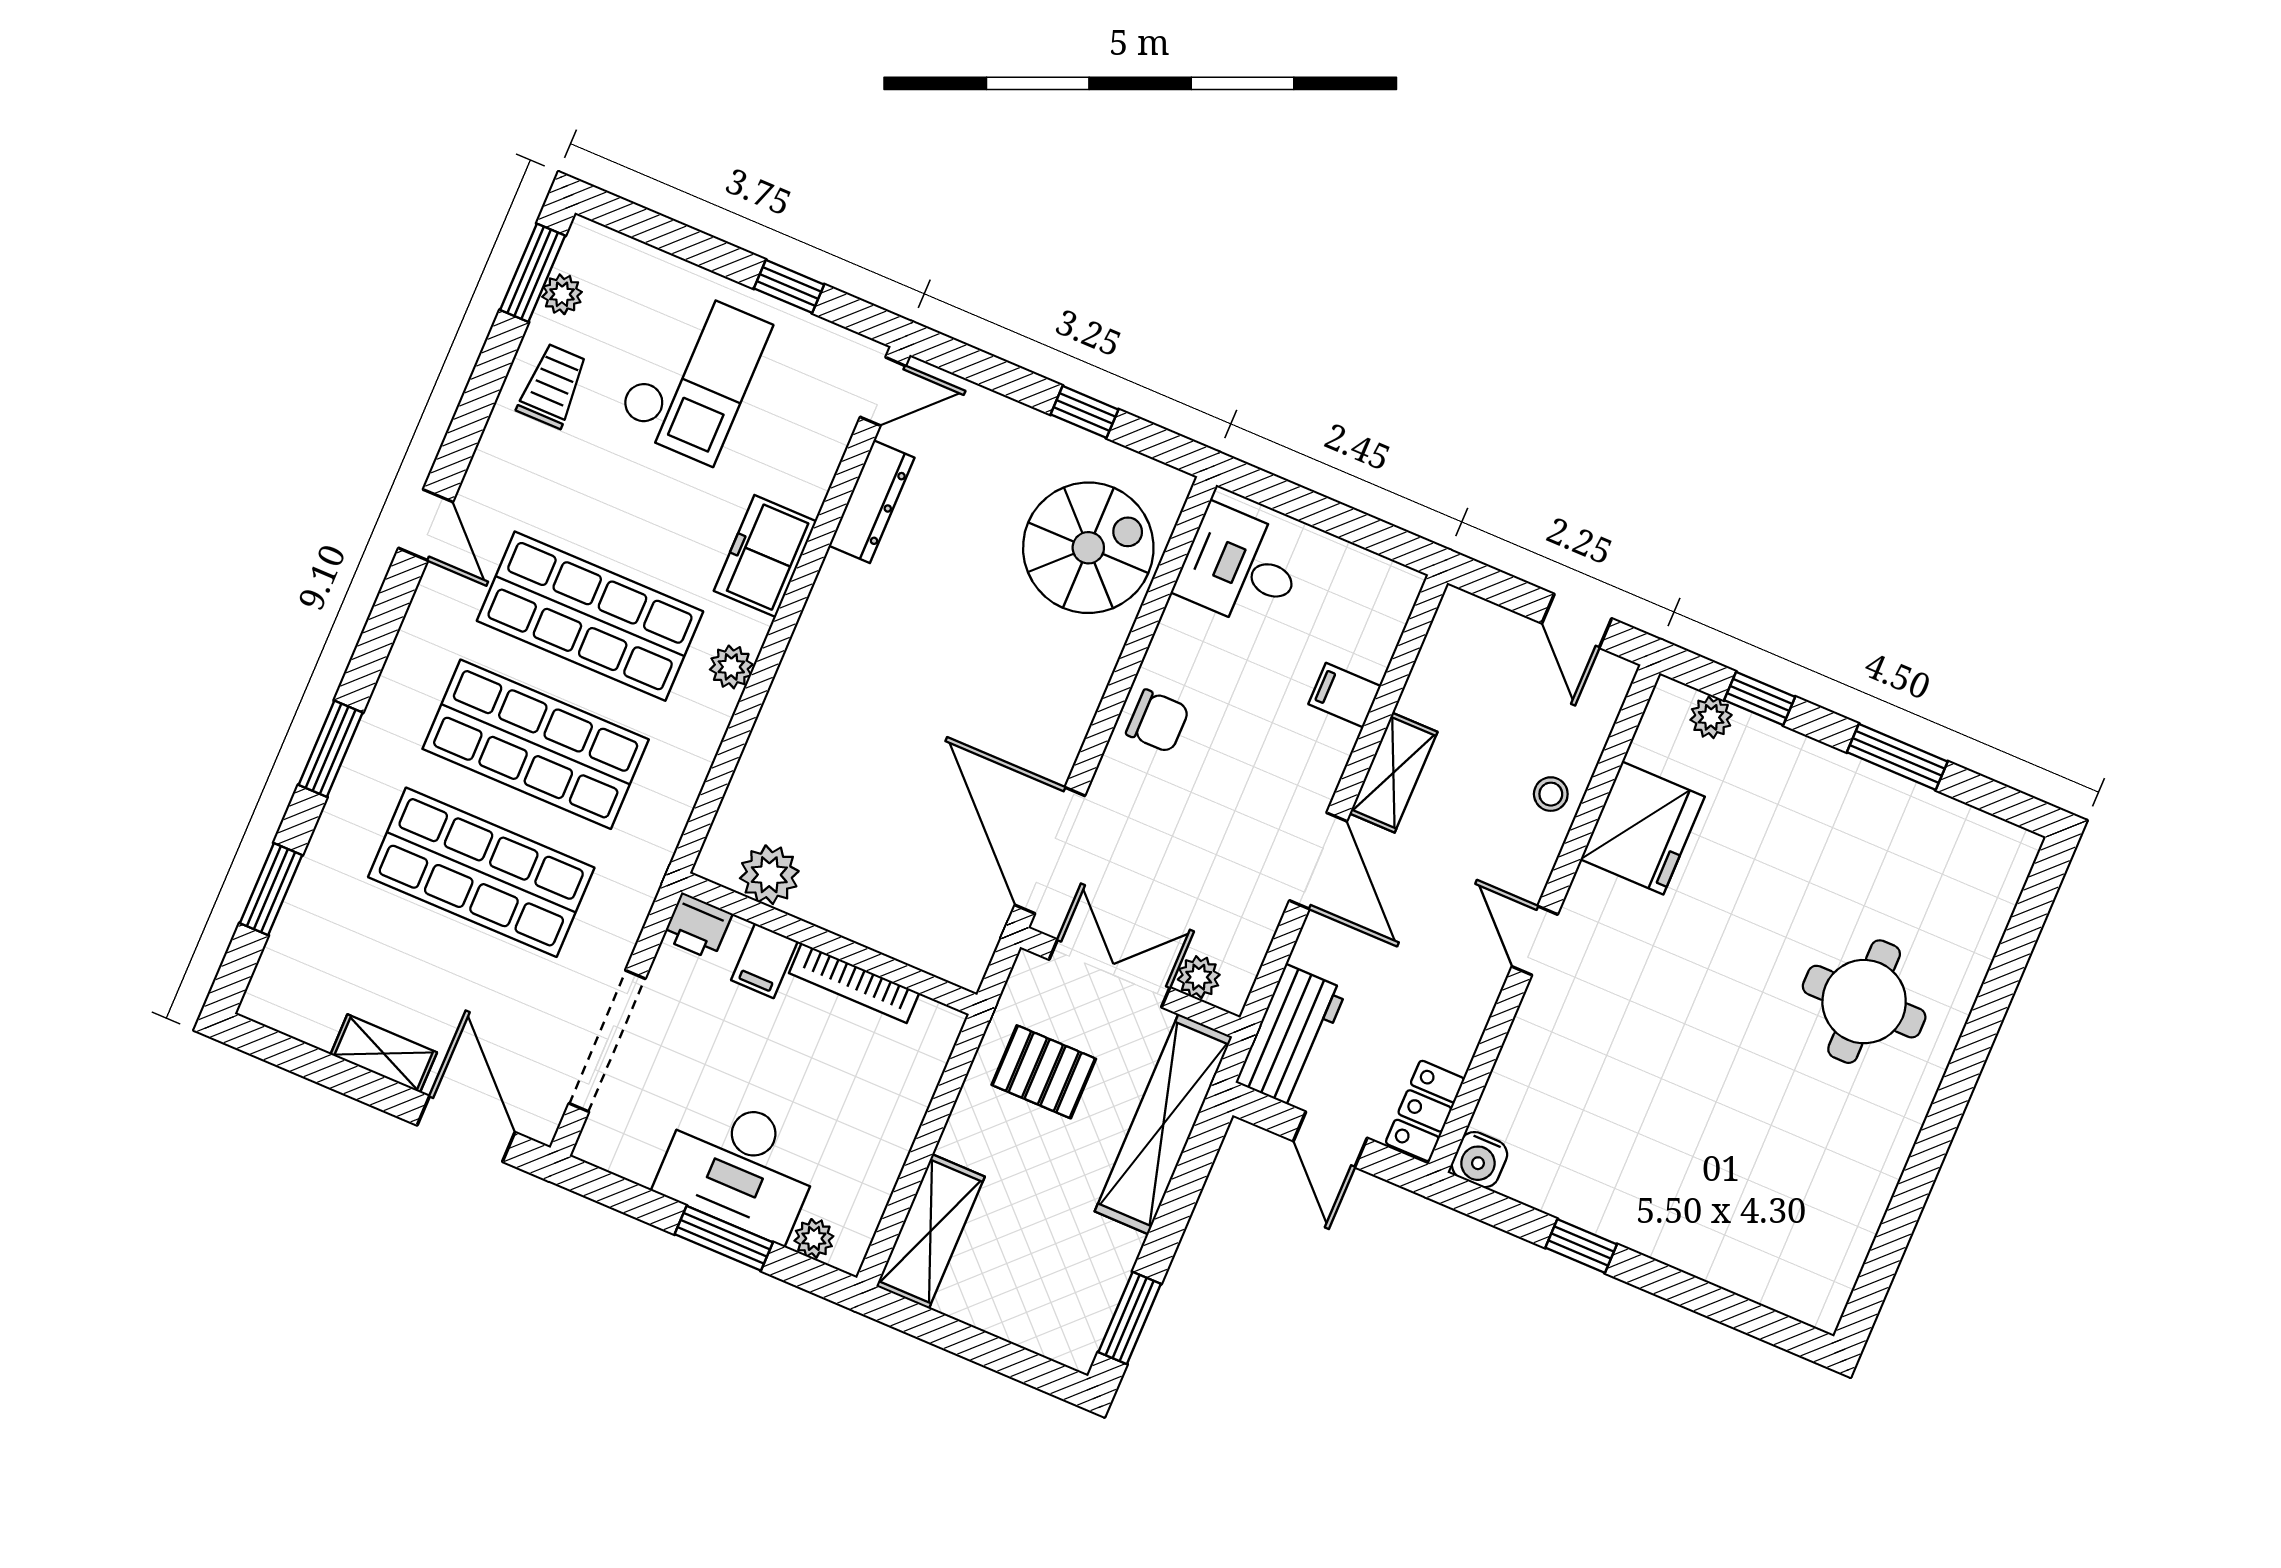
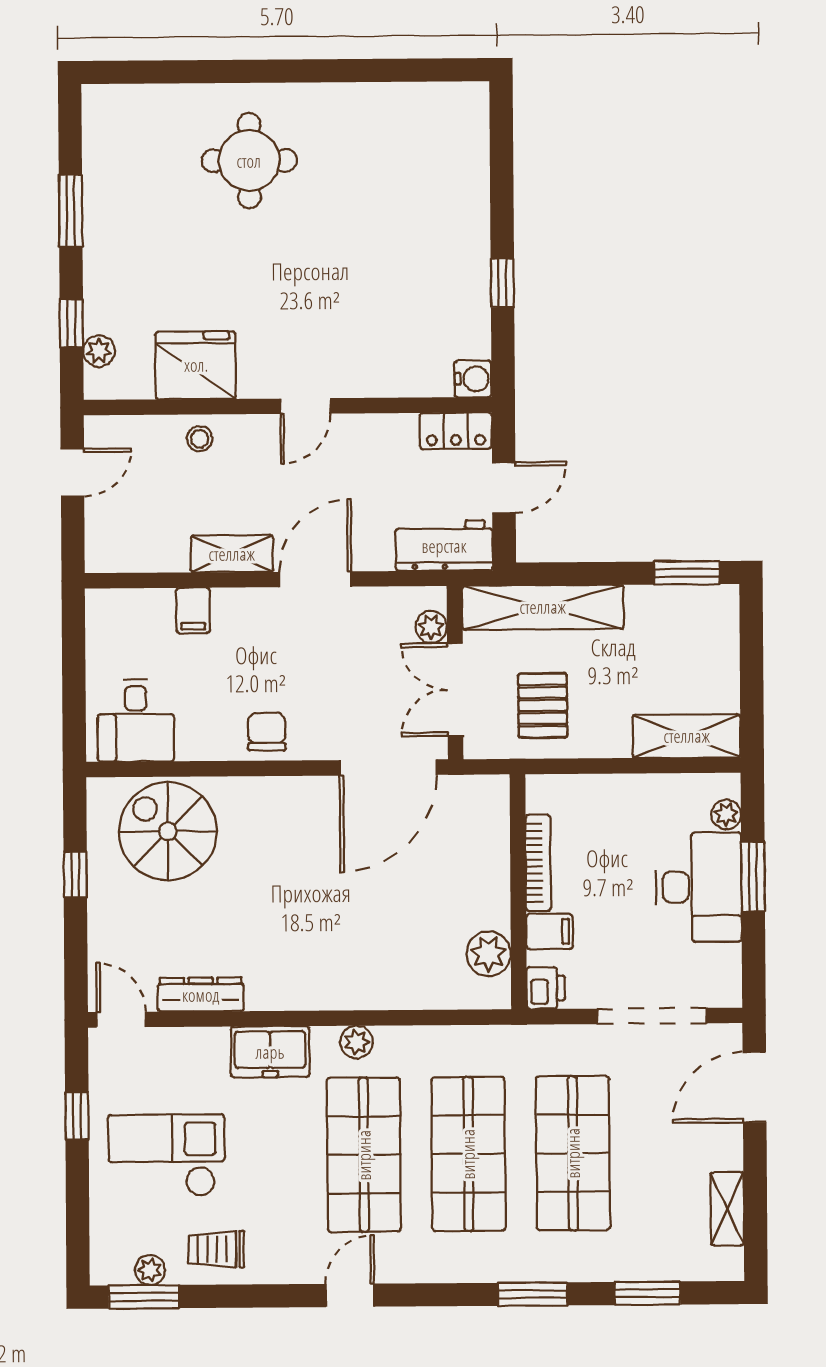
shelving: (384, 1053) -> (727, 1209), moved

